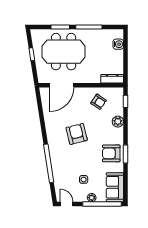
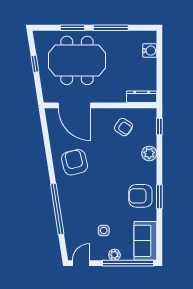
door: (62, 85) -> (74, 105), hinge flipped
armchair: (77, 134) -> (75, 162), moved
door: (67, 204) -> (81, 263), hinge flipped

